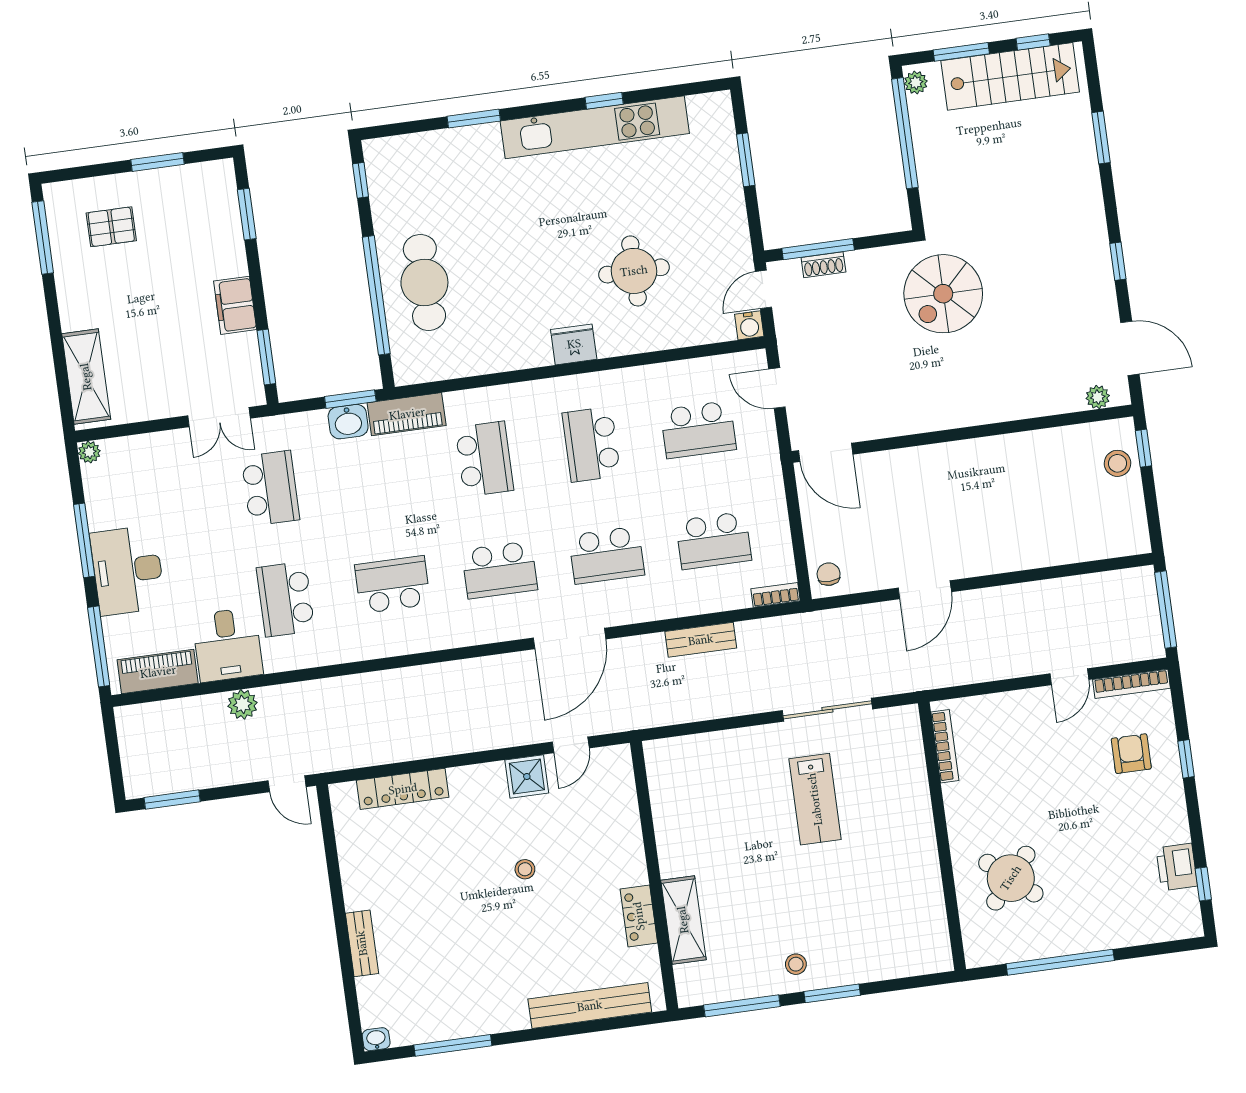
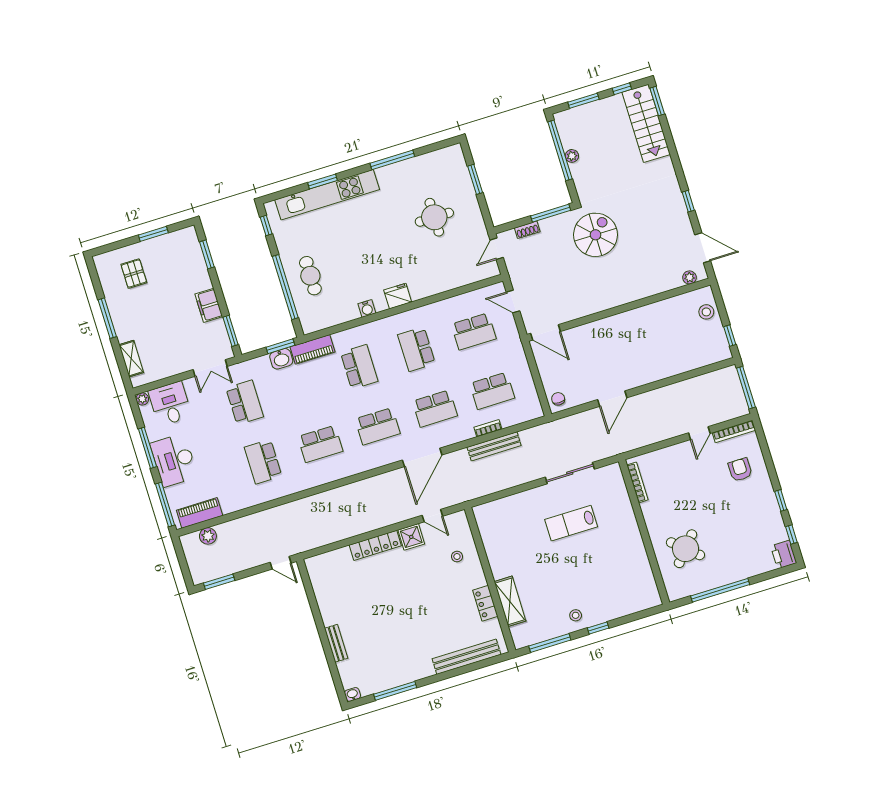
stairs: (1010, 76) -> (646, 123), moved, turned 90
plant: (916, 83) -> (572, 156), moved
window: (604, 101) -> (392, 160), width x2.17
kitchen unit: (595, 127) -> (327, 195), moved
window: (1101, 138) -> (657, 101), moved
pallet: (111, 227) -> (134, 274), turned 90
window: (43, 237) -> (107, 318), moved
window: (818, 249) -> (551, 213), moved
round table: (634, 271) -> (434, 217), moved
cafe table: (424, 282) -> (310, 276), width x0.73, depth x0.74
spiral stairs: (943, 294) -> (595, 235), turned 180
water cooler: (749, 325) -> (367, 309), moved
shelving: (86, 377) -> (131, 359), width x0.67, depth x0.75
window: (1144, 448) -> (730, 336), moved
school desk: (393, 585) -> (320, 444), turned 180
bookcase: (776, 595) -> (488, 428), moved
bench: (701, 640) -> (494, 446), width x1.36
desk: (227, 645) -> (170, 404), moved, turned 180
plant: (243, 704) -> (208, 536), moved
door: (571, 745) -> (432, 516), hinge flipped
window: (1186, 759) -> (781, 500), moved
locker: (403, 789) -> (375, 545), moved
lab bench: (815, 799) -> (571, 523), turned 90
printer: (1177, 867) -> (784, 555), moved
stool: (525, 869) -> (457, 557), moved
window: (832, 993) -> (598, 628), width x0.67

